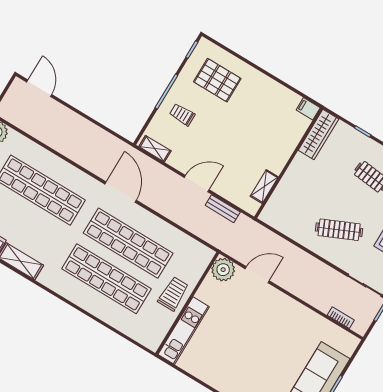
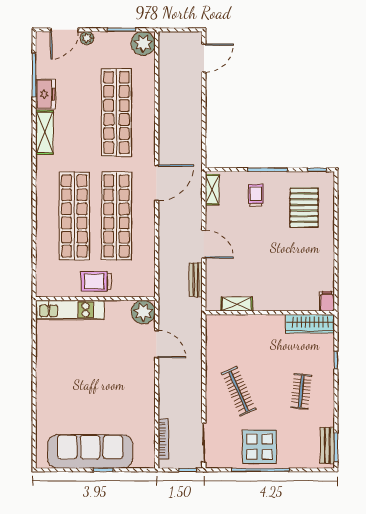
trolley: (173, 294) -> (96, 281), turned 180
bookcase: (341, 318) -> (163, 439), width x1.56

